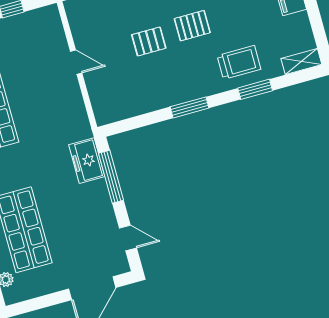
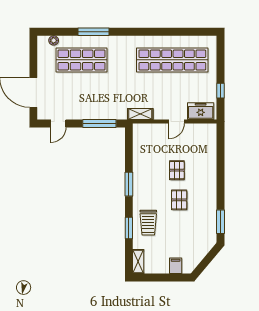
shelving: (80, 119) -> (140, 114), added
freezer: (87, 161) -> (201, 111), moved

